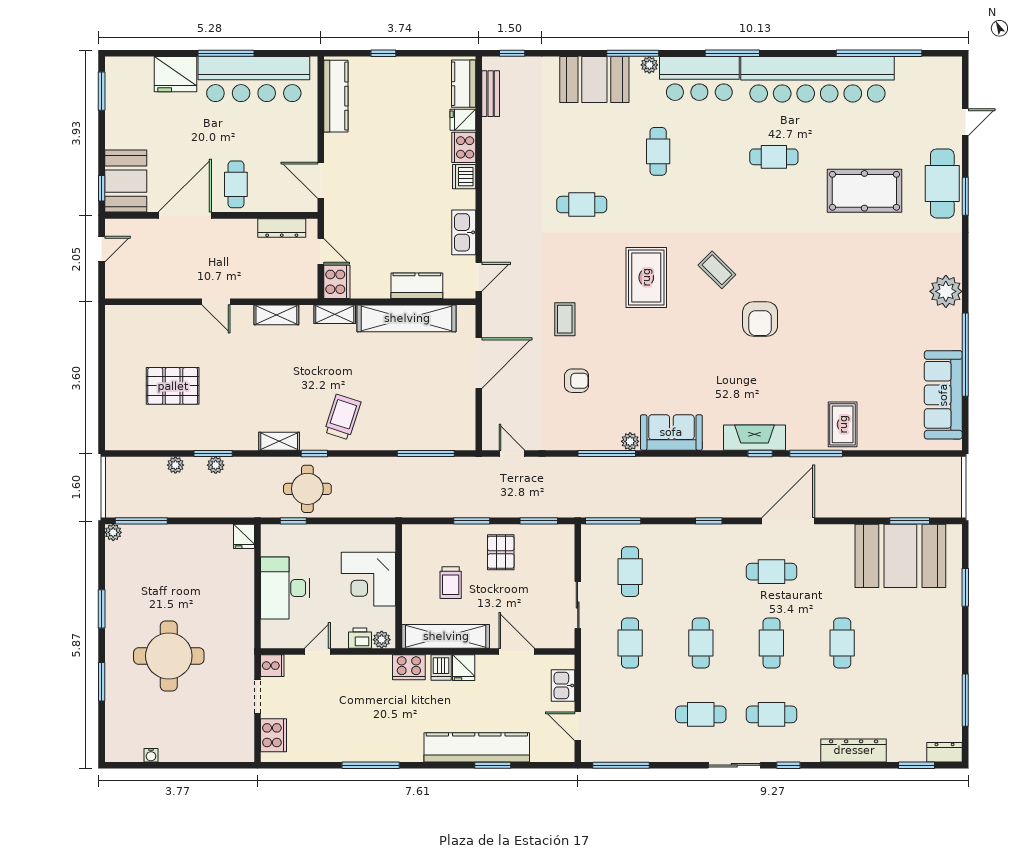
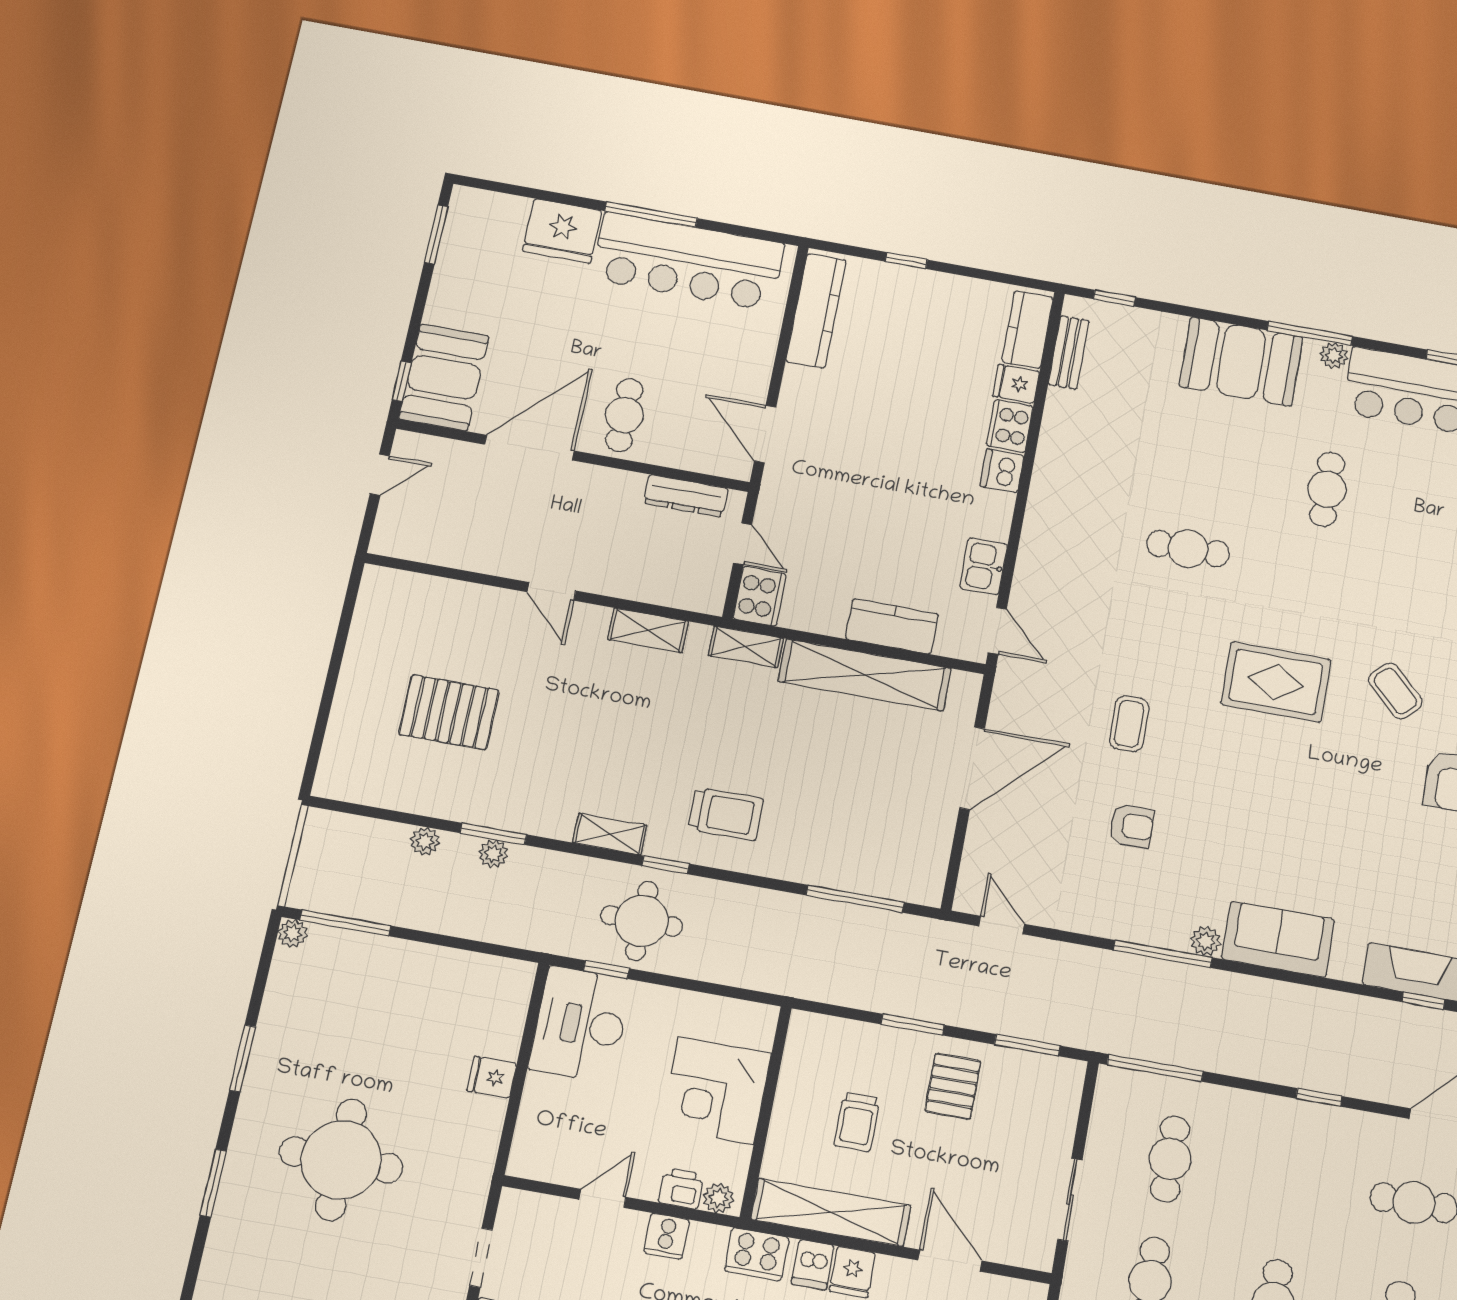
kitchen sink: (464, 232) -> (984, 566), width x0.73
door: (479, 277) -> (997, 631), hinge flipped
rug: (646, 277) -> (1276, 682), turned 90
trolley: (343, 417) -> (726, 814), turned 72
fridge: (244, 536) -> (492, 1077), moved, turned 90
desk: (285, 588) -> (580, 1024), moved
cooker: (272, 666) -> (666, 1236), moved, turned 90

